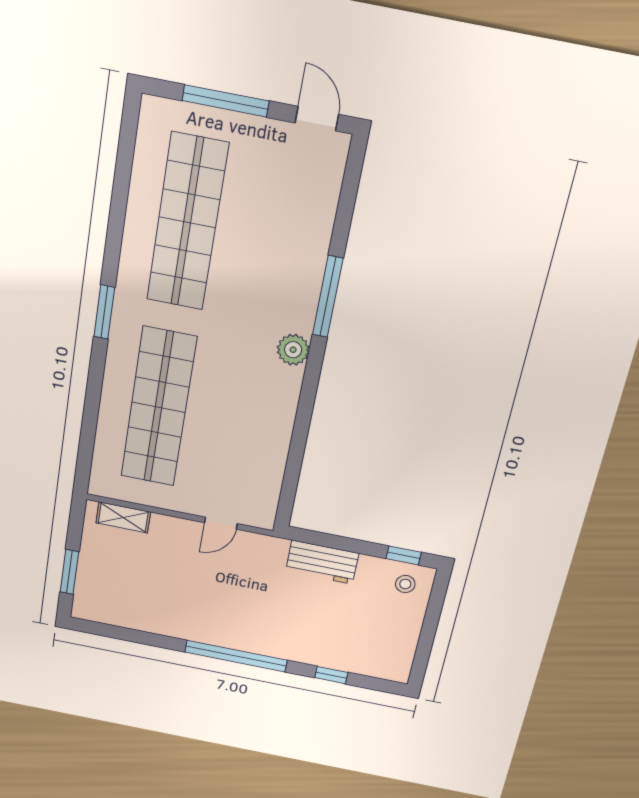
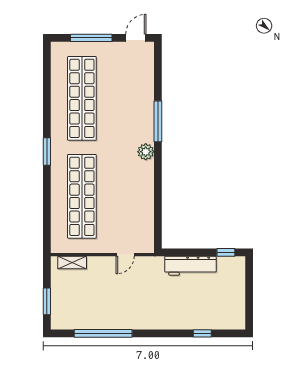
door: (317, 119) -> (136, 38), hinge flipped
workbench: (322, 562) -> (190, 266), width x1.38
stool: (405, 584) -> (231, 269), removed
window: (236, 656) -> (103, 333), moved

